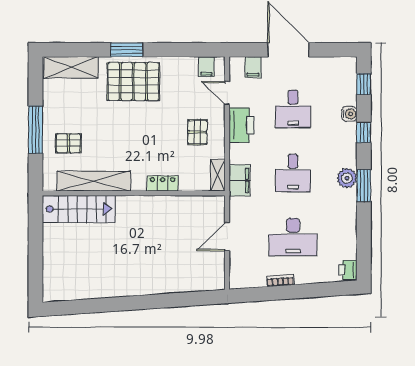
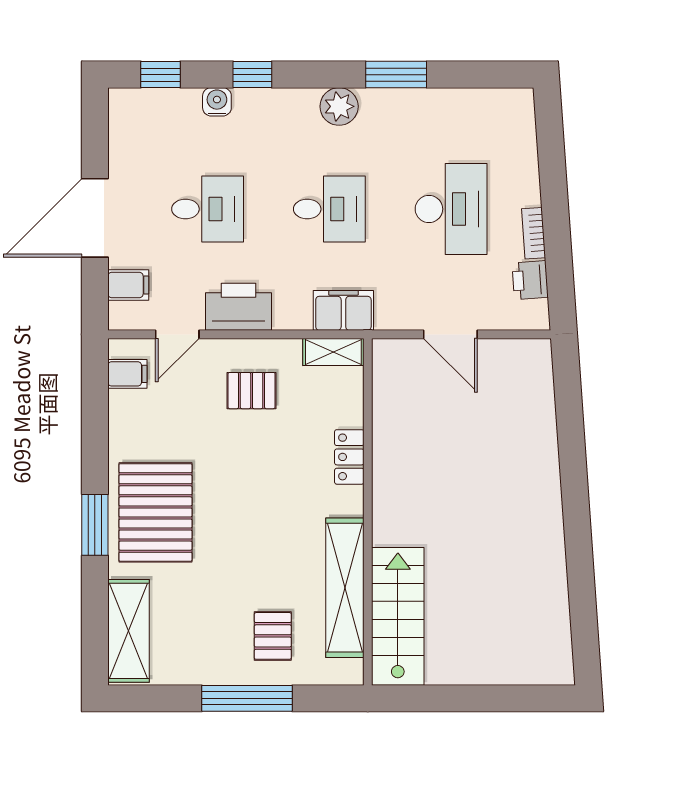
window: (364, 186) -> (396, 75), moved
printer: (348, 270) -> (530, 280), moved, turned 86

